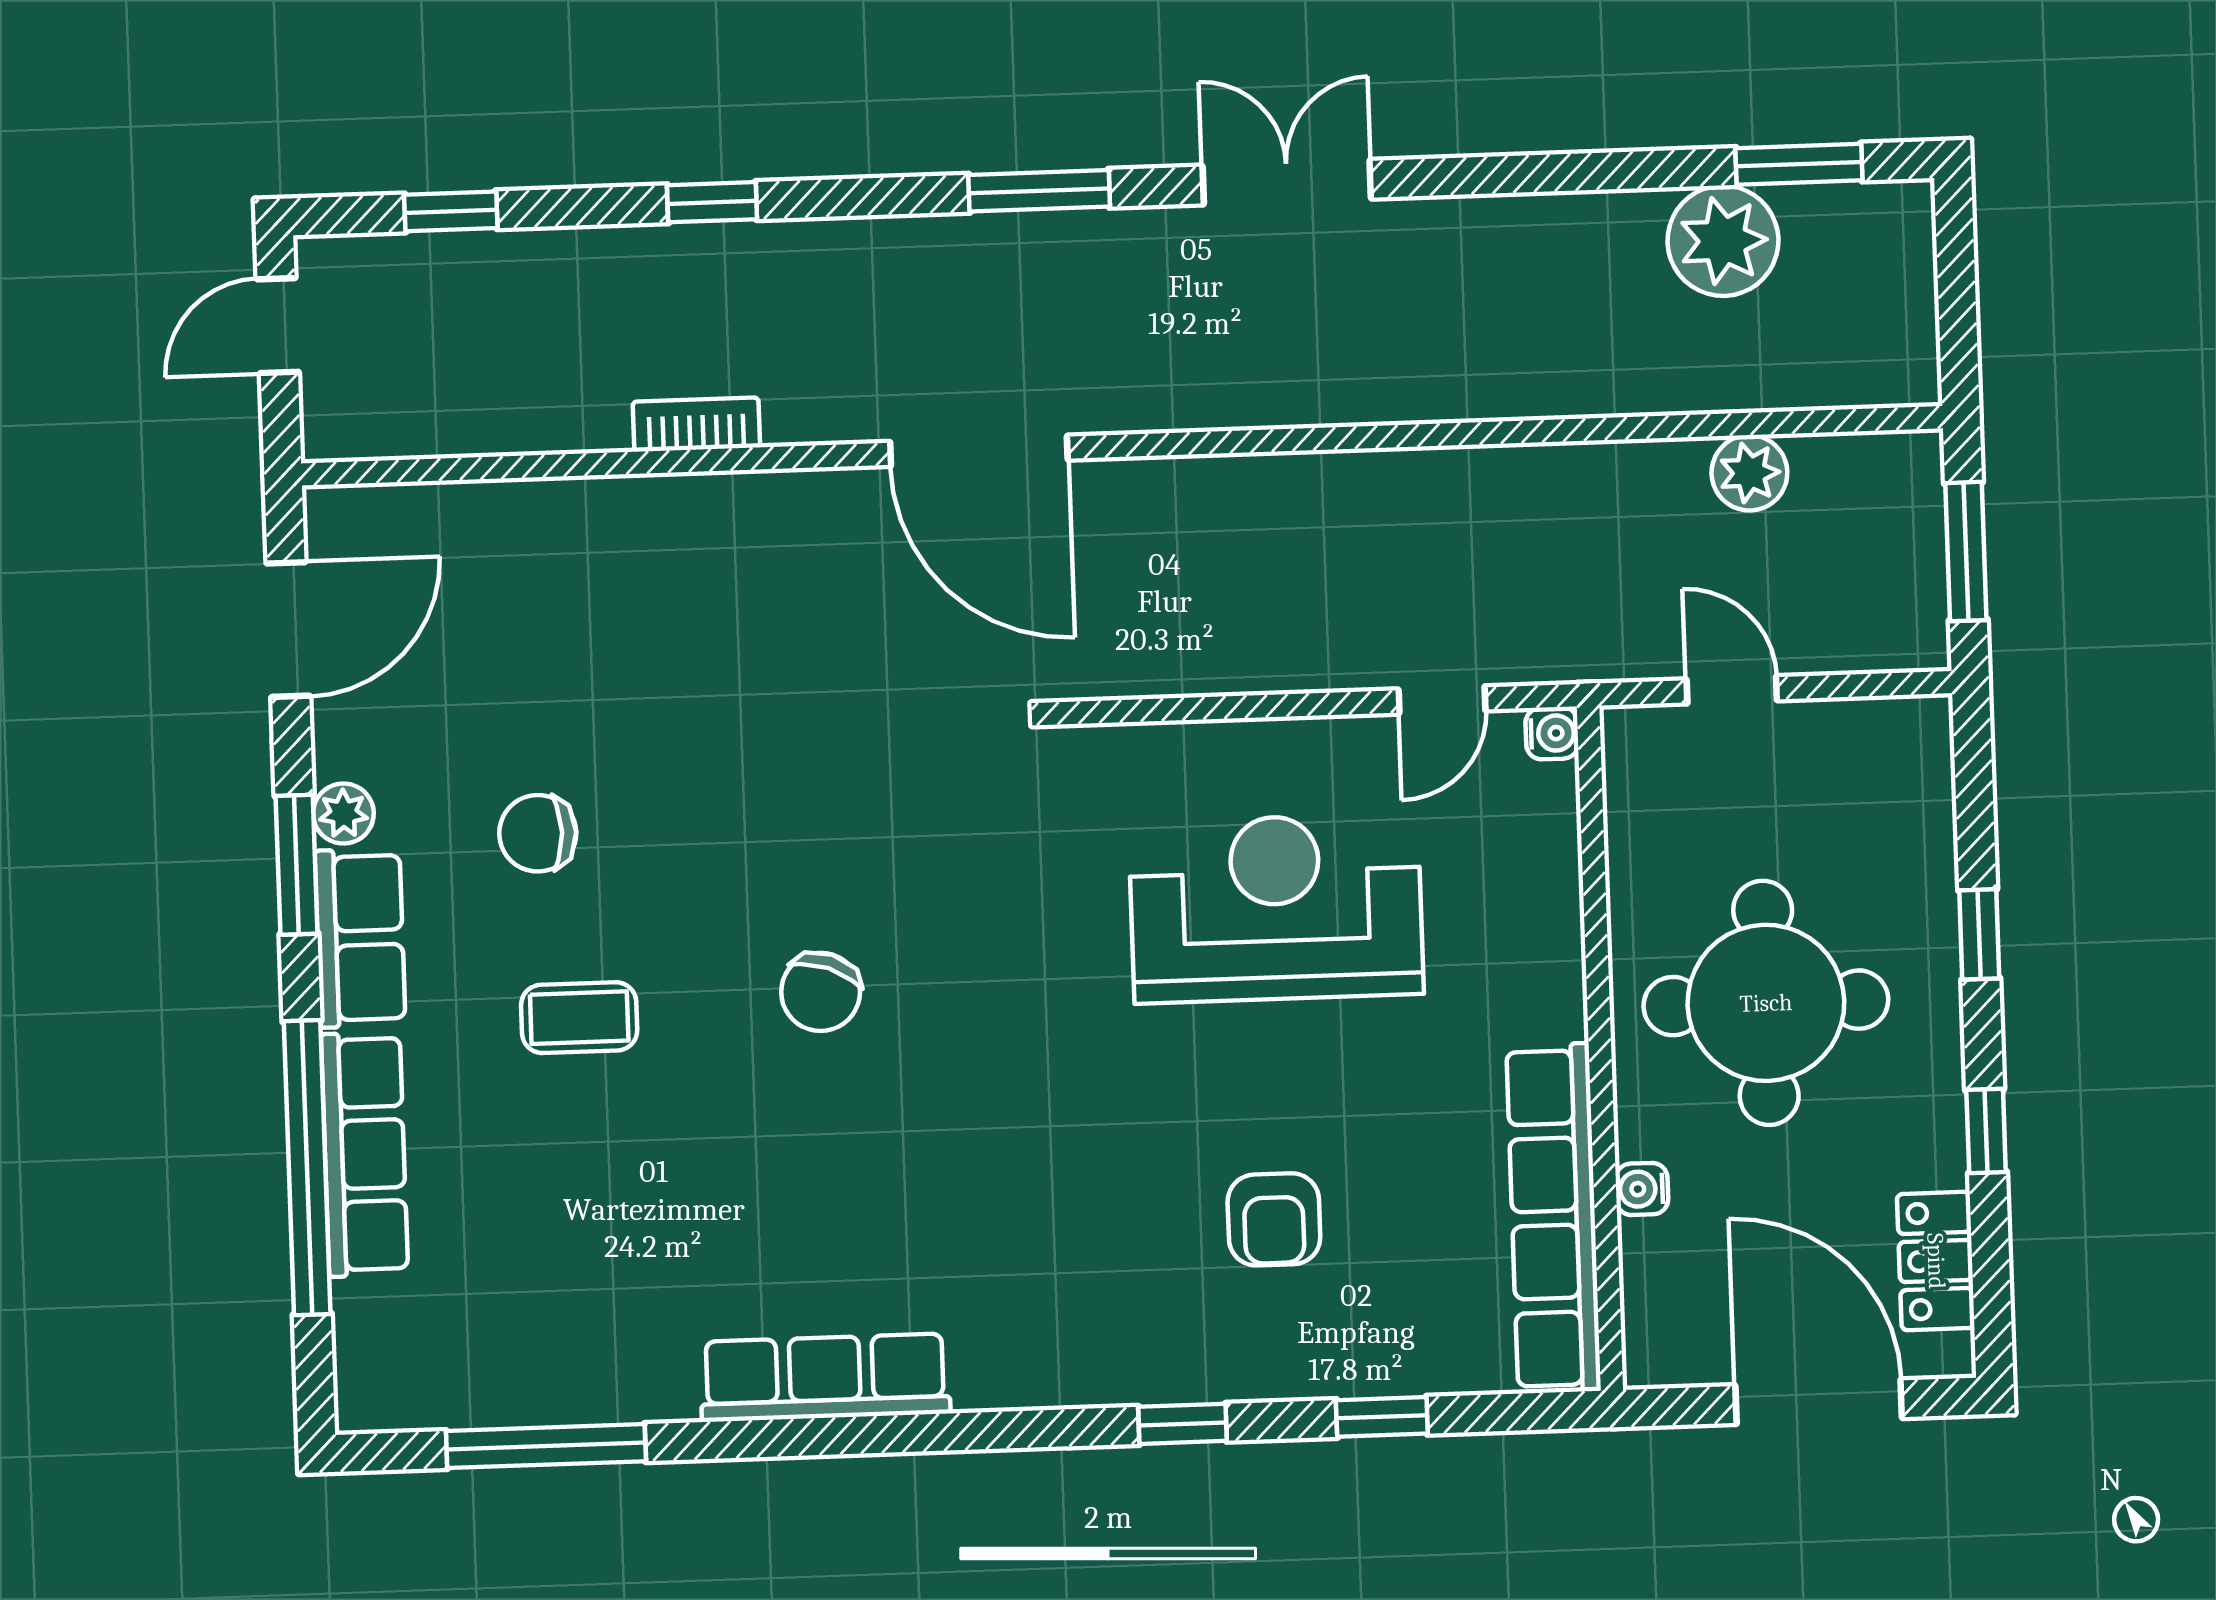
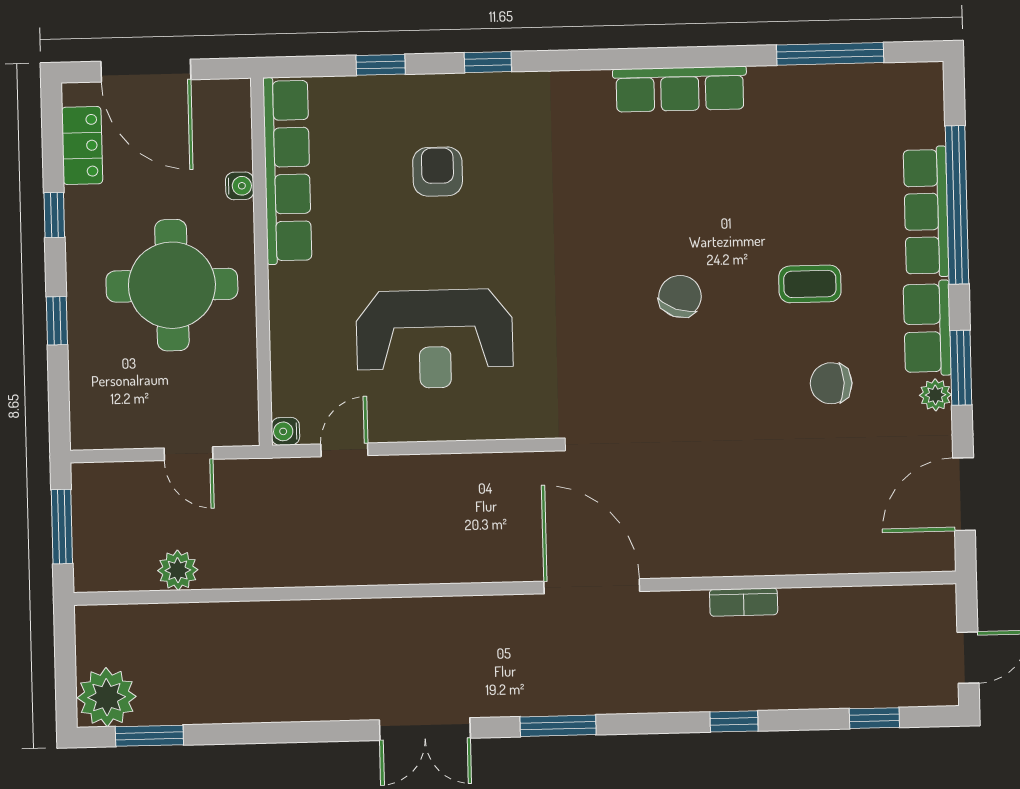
plant: (1723, 241) -> (107, 697), moved
chair: (538, 833) -> (831, 383), turned 180

